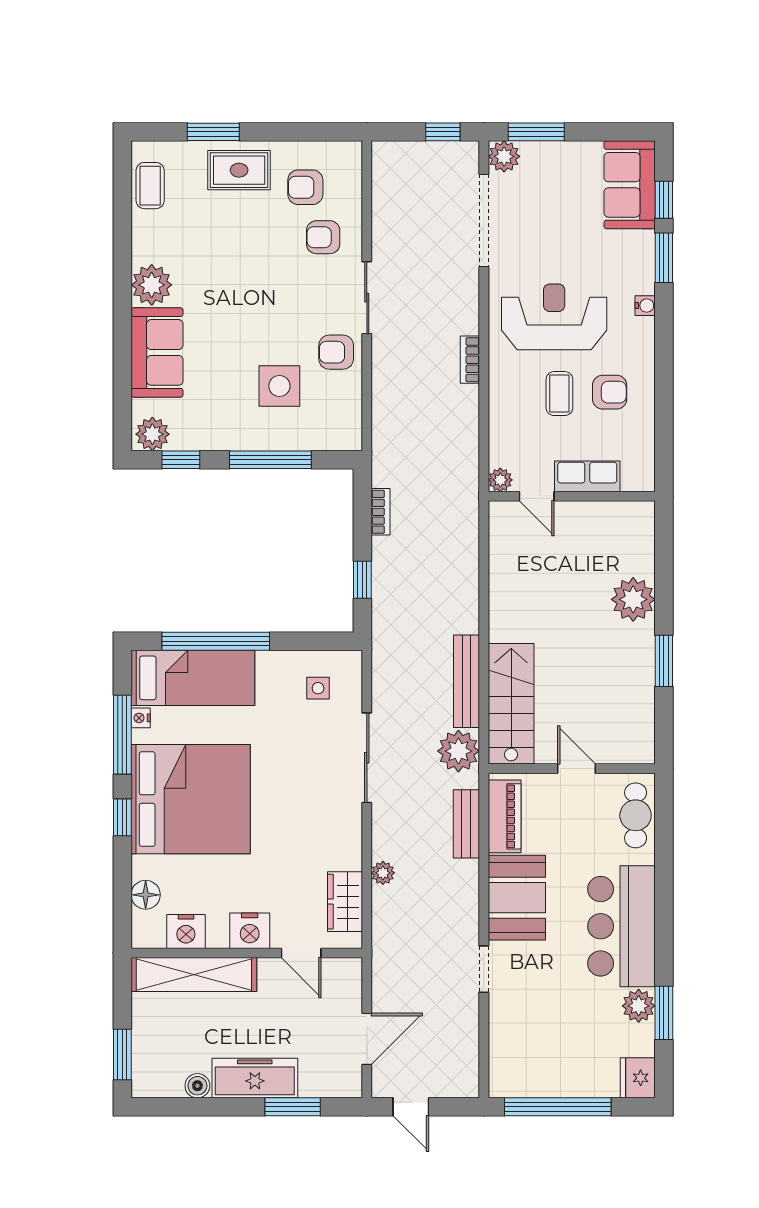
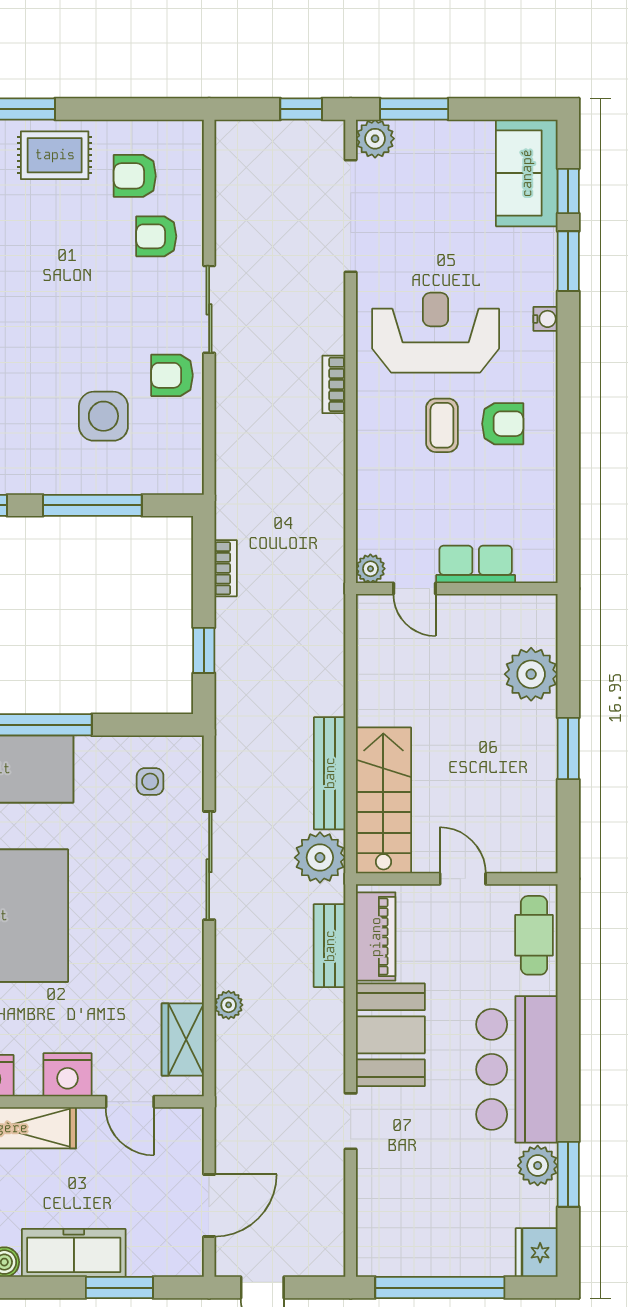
row of seats: (587, 476) -> (476, 564), moved
plant: (500, 480) -> (370, 569), moved
door: (537, 496) -> (414, 589), moved
wall: (572, 496) -> (457, 589), moved

